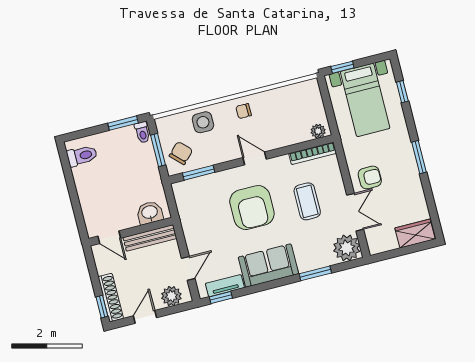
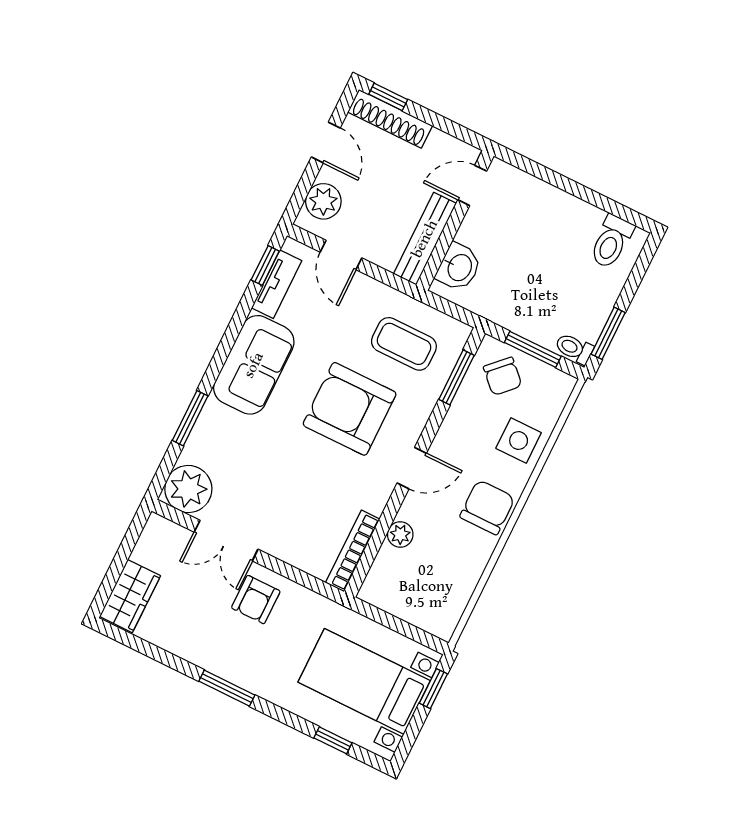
chair: (244, 111) -> (487, 507), width x1.87, depth x1.87
plant: (318, 131) -> (400, 535), moved
coffee table: (307, 201) -> (404, 344), moved

